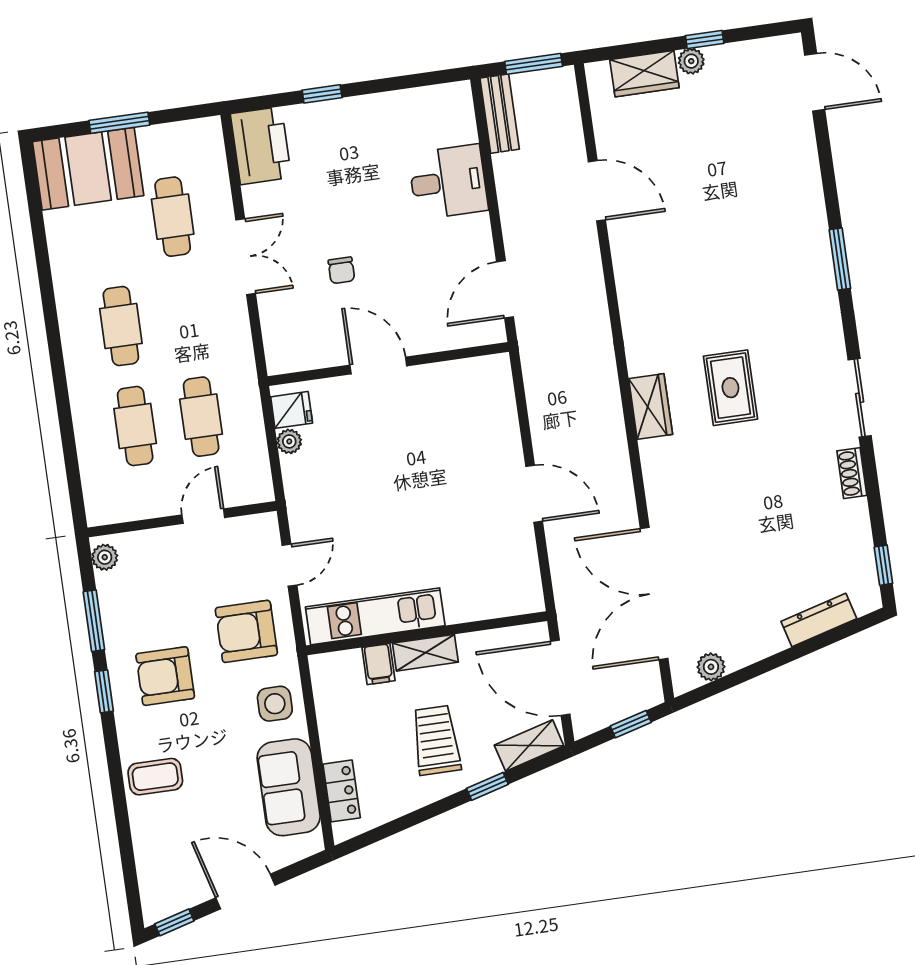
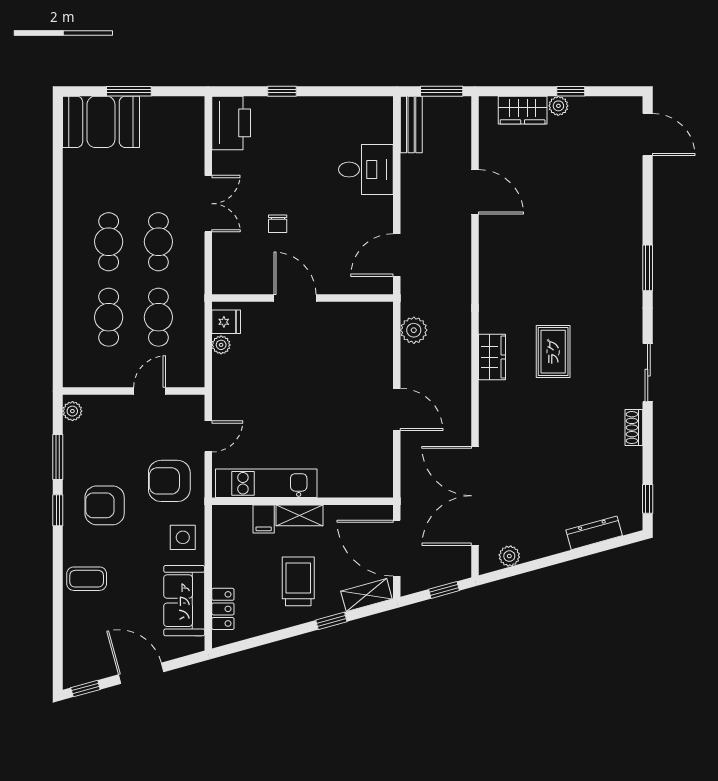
cafe table: (173, 217) -> (158, 242), moved
plant: (542, 386) -> (414, 330), added

